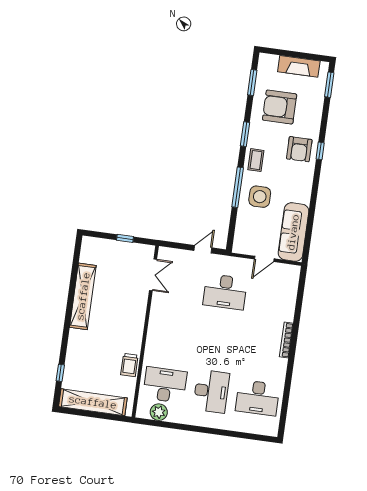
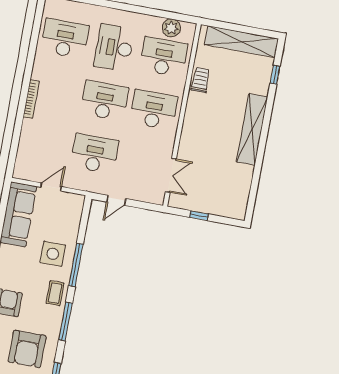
armchair: (280, 107) -> (27, 349), turned 90
window: (245, 134) -> (65, 322), width x1.44
double door: (153, 275) -> (171, 175), swing flipped
shelving: (83, 296) -> (252, 129), moved
desk: (172, 335) -> (154, 110), added
desk: (218, 342) -> (104, 101), added
desk: (165, 385) -> (164, 57), turned 180

